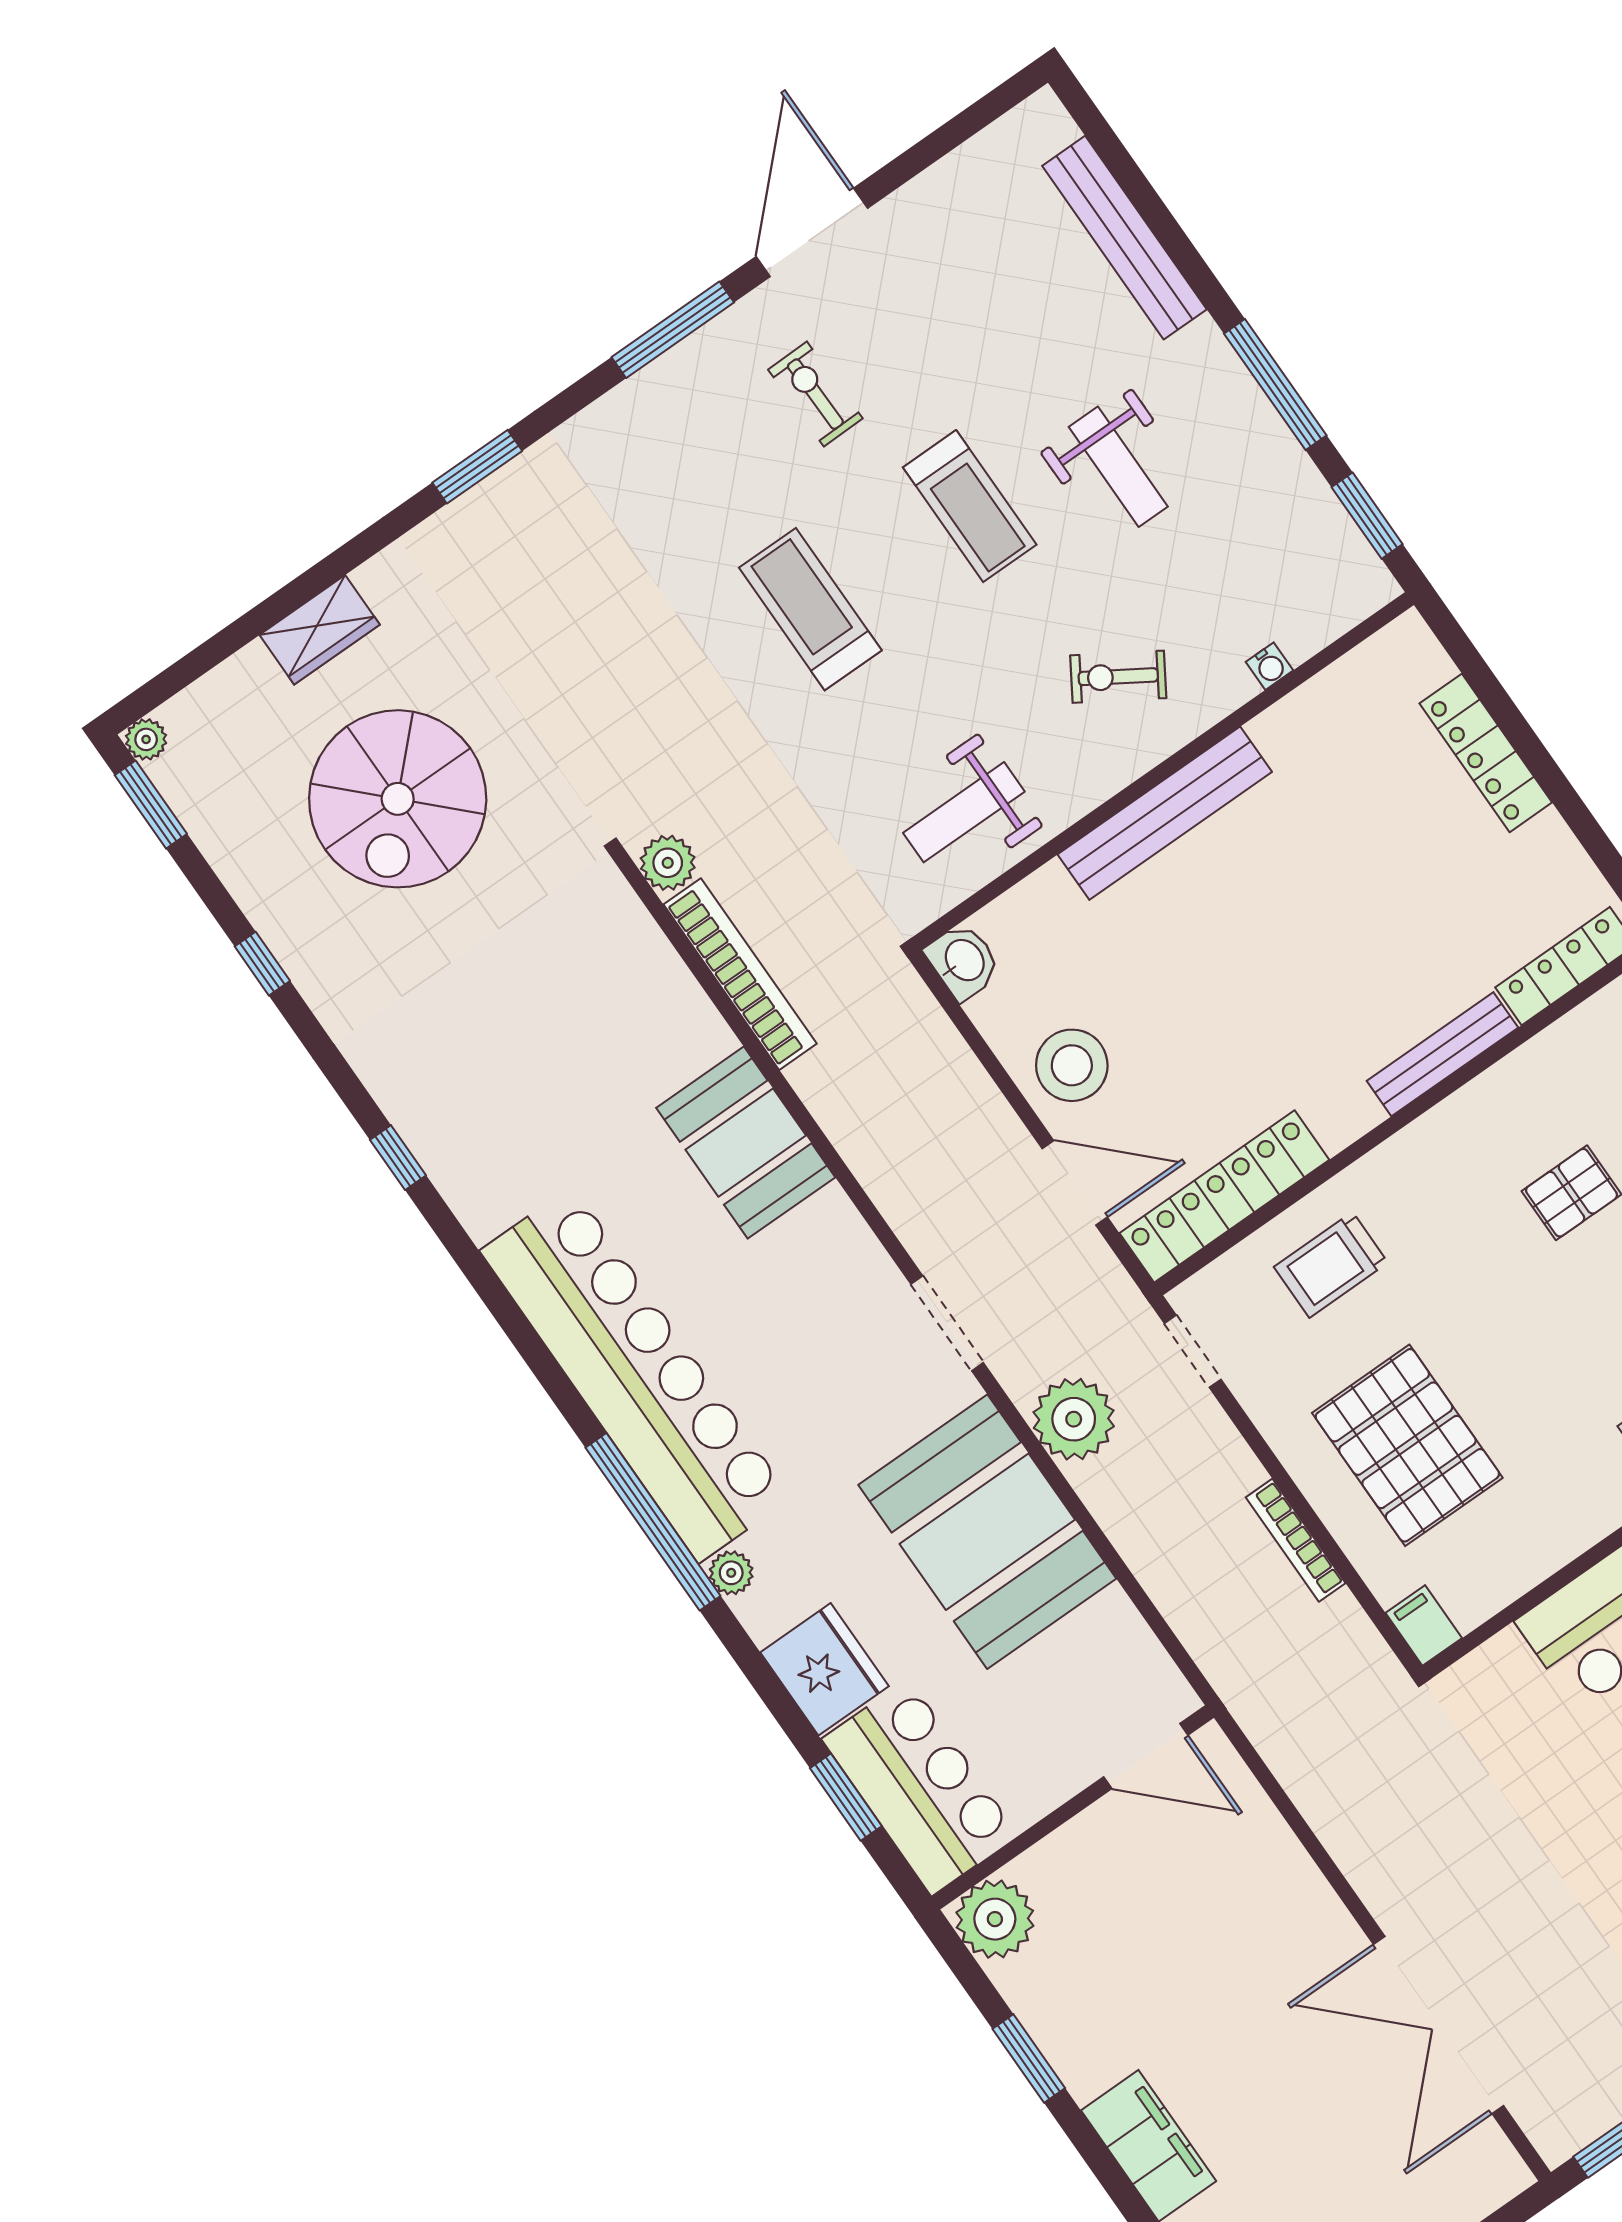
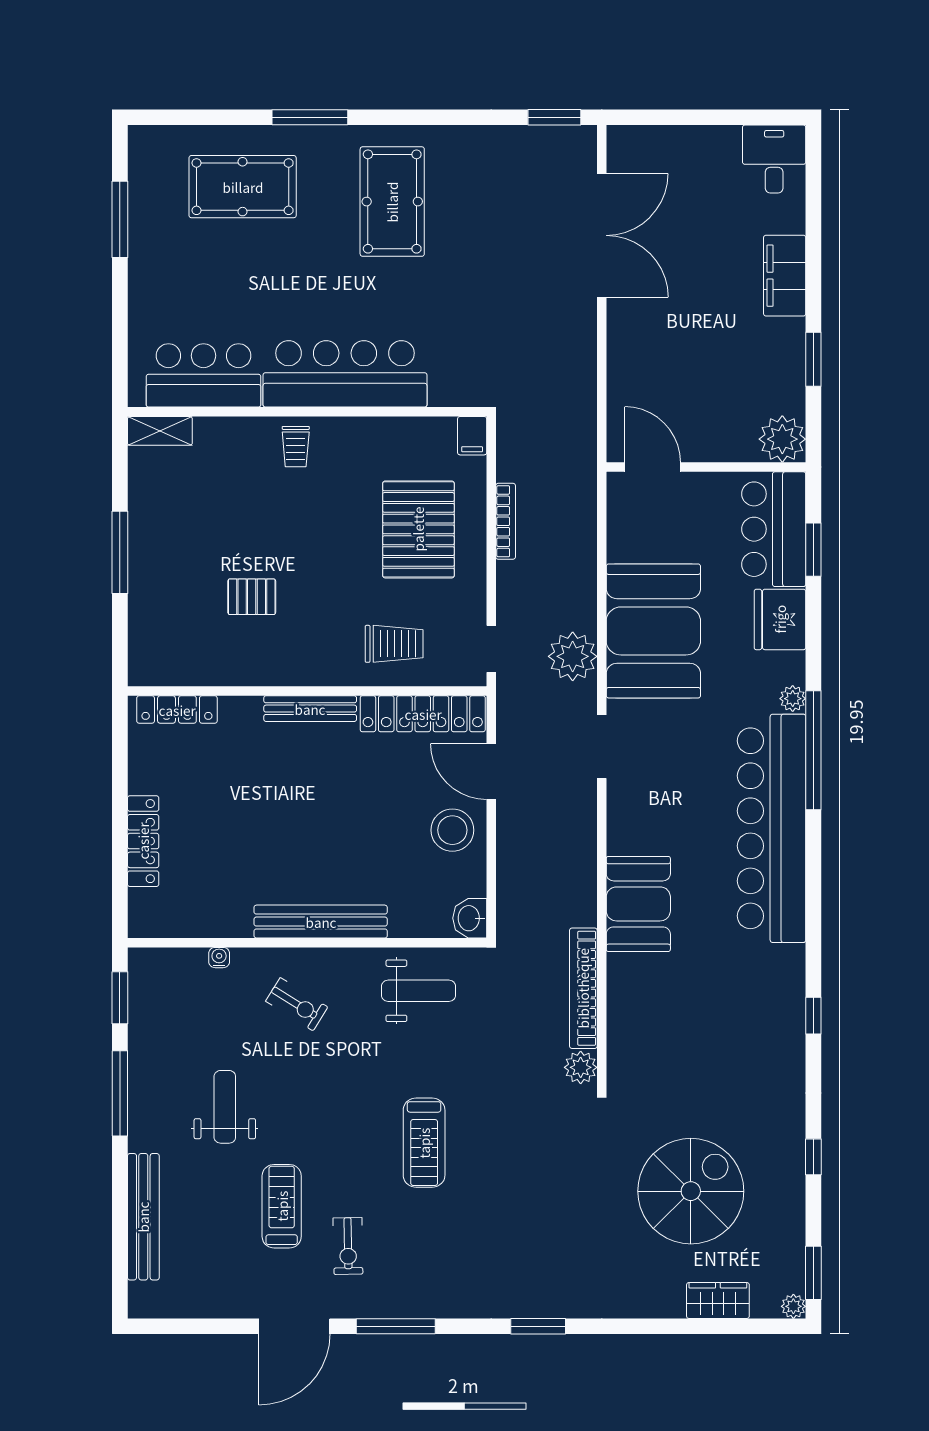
treadmill: (970, 506) -> (282, 1206), moved
wardrobe: (320, 630) -> (718, 1301), moved
bench: (1442, 1054) -> (310, 709), moved

